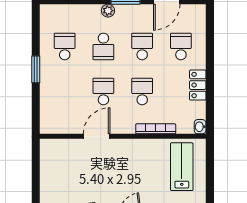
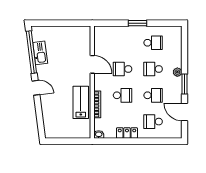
school desk: (181, 46) -> (153, 122), turned 180
school desk: (103, 92) -> (123, 69), turned 180
lab bench: (182, 167) -> (81, 102), moved, turned -90

